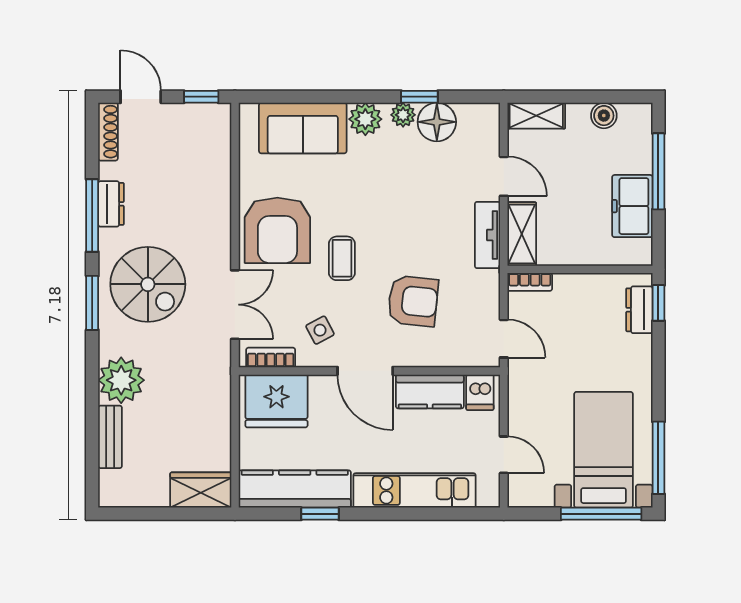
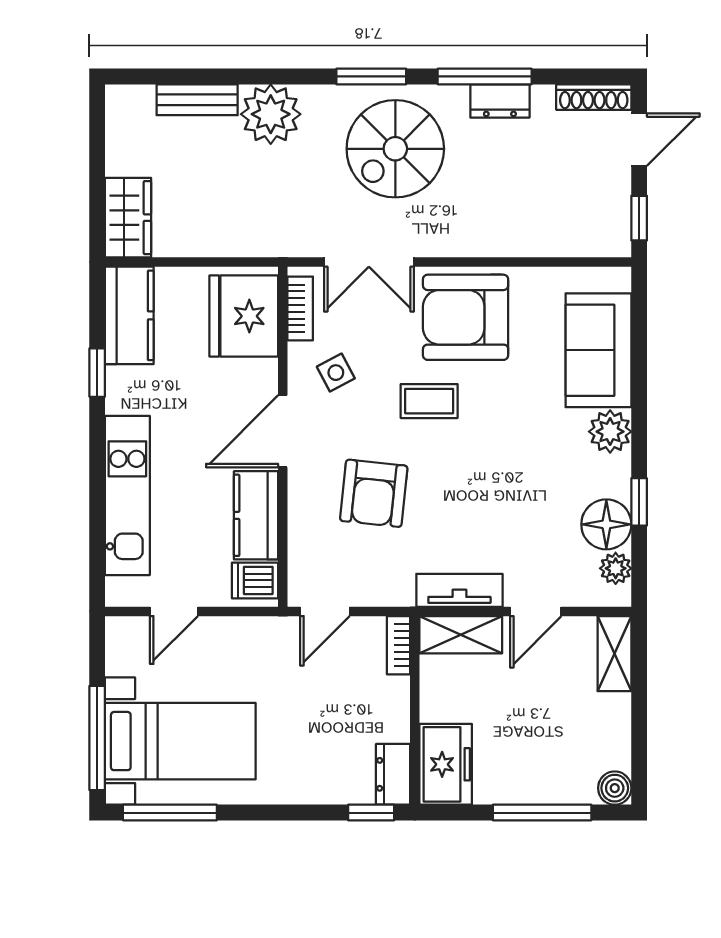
plant: (403, 115) -> (616, 568), moved
boiler: (604, 116) -> (615, 788), moved
freezer: (632, 206) -> (446, 764), moved, turned 90
dresser: (639, 310) -> (393, 774), moved, turned -90
kitchen counter: (295, 489) -> (129, 315), width x0.67

